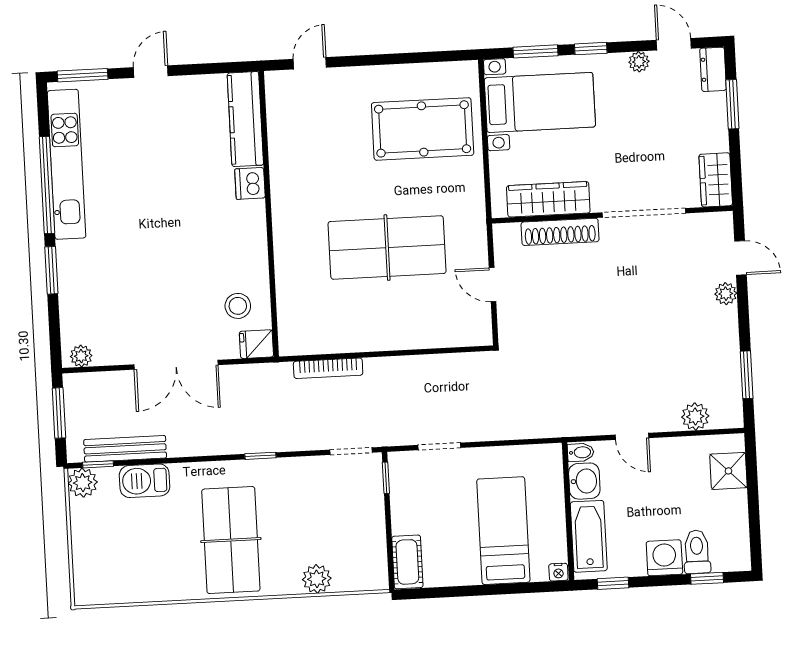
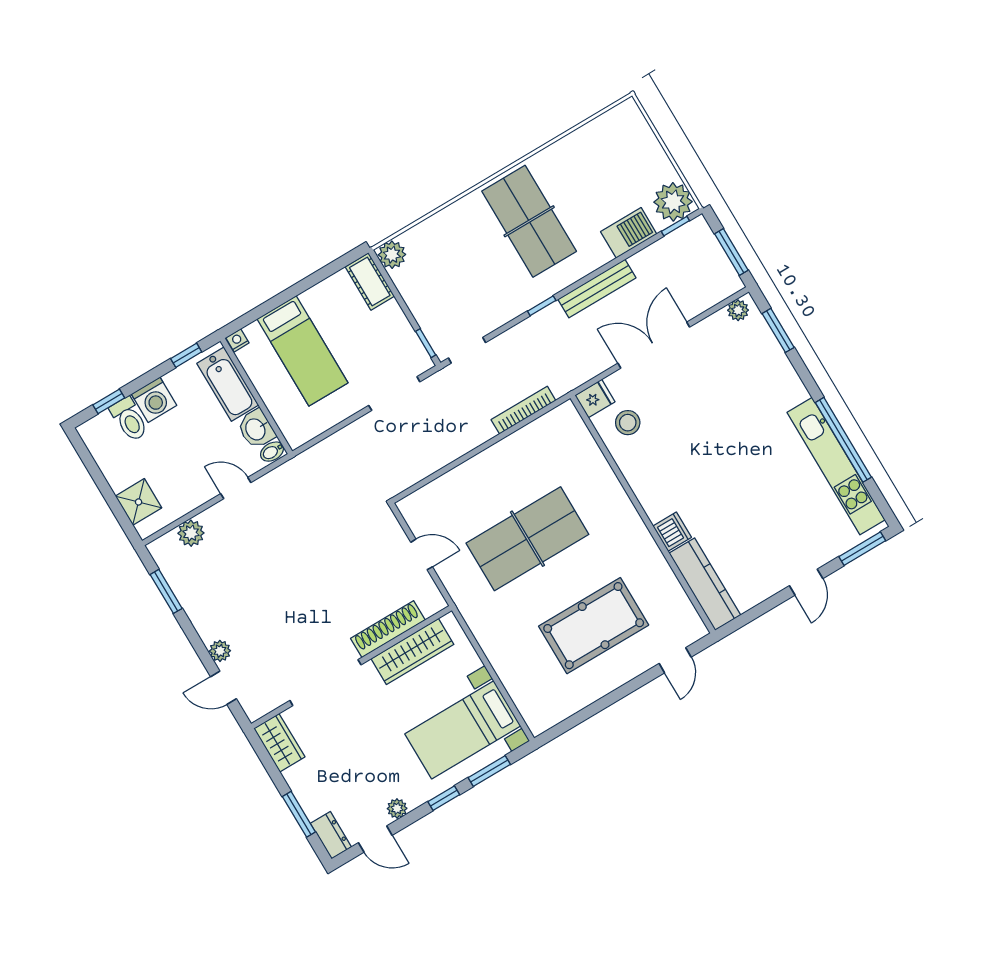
pool table: (423, 129) -> (594, 626), moved
window: (51, 270) -> (778, 330), moved
doorway: (439, 446) -> (394, 394), width x1.38
bench: (125, 449) -> (597, 289), moved
plant: (83, 483) -> (673, 202), width x1.36, depth x1.36
plant: (317, 579) -> (392, 255), moved

